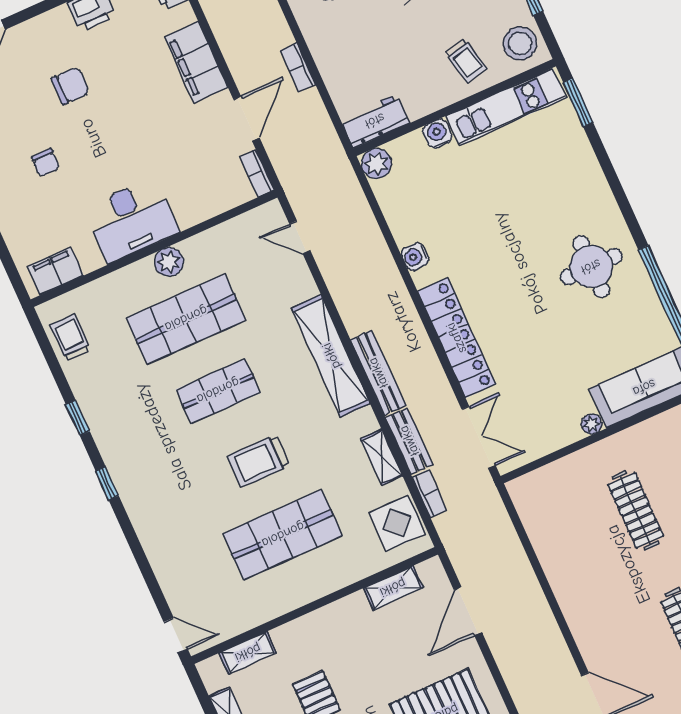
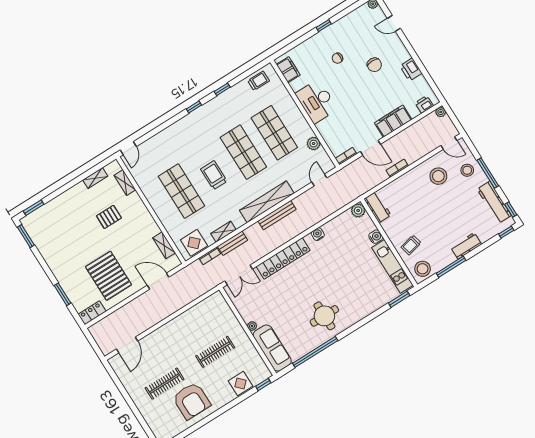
plant: (169, 262) -> (314, 144), moved
bench: (378, 373) -> (277, 215), moved
shop shelf: (218, 391) -> (243, 152), width x1.43, depth x1.36

